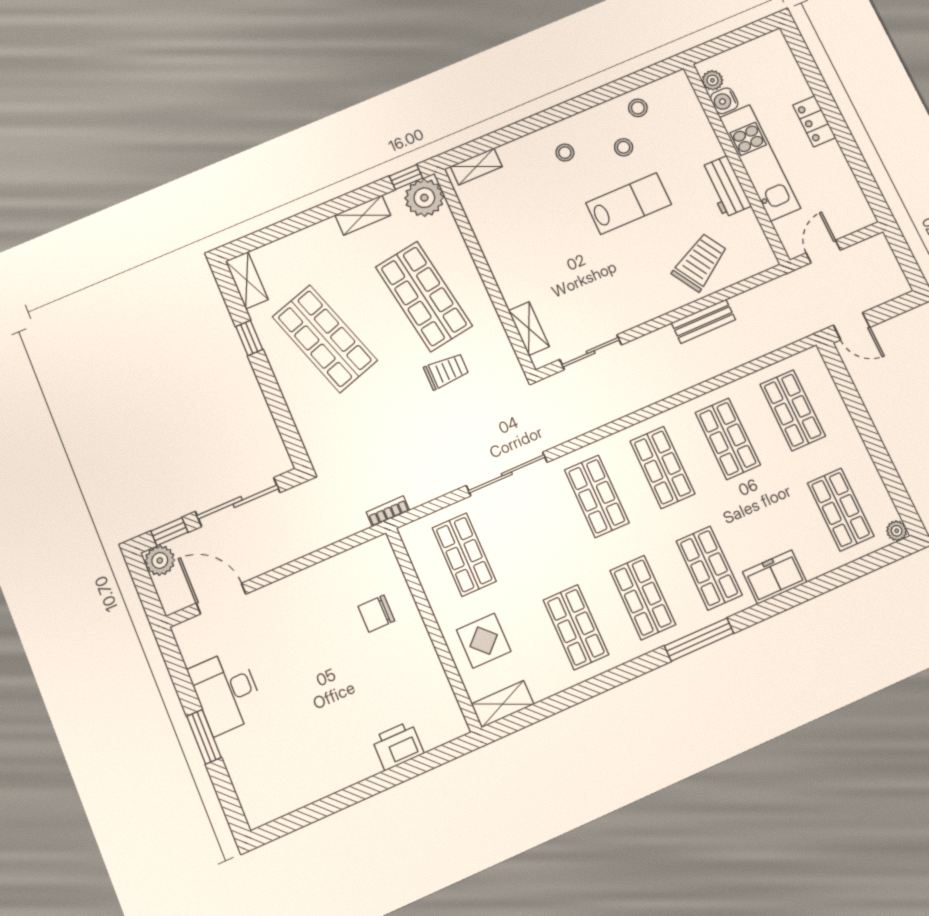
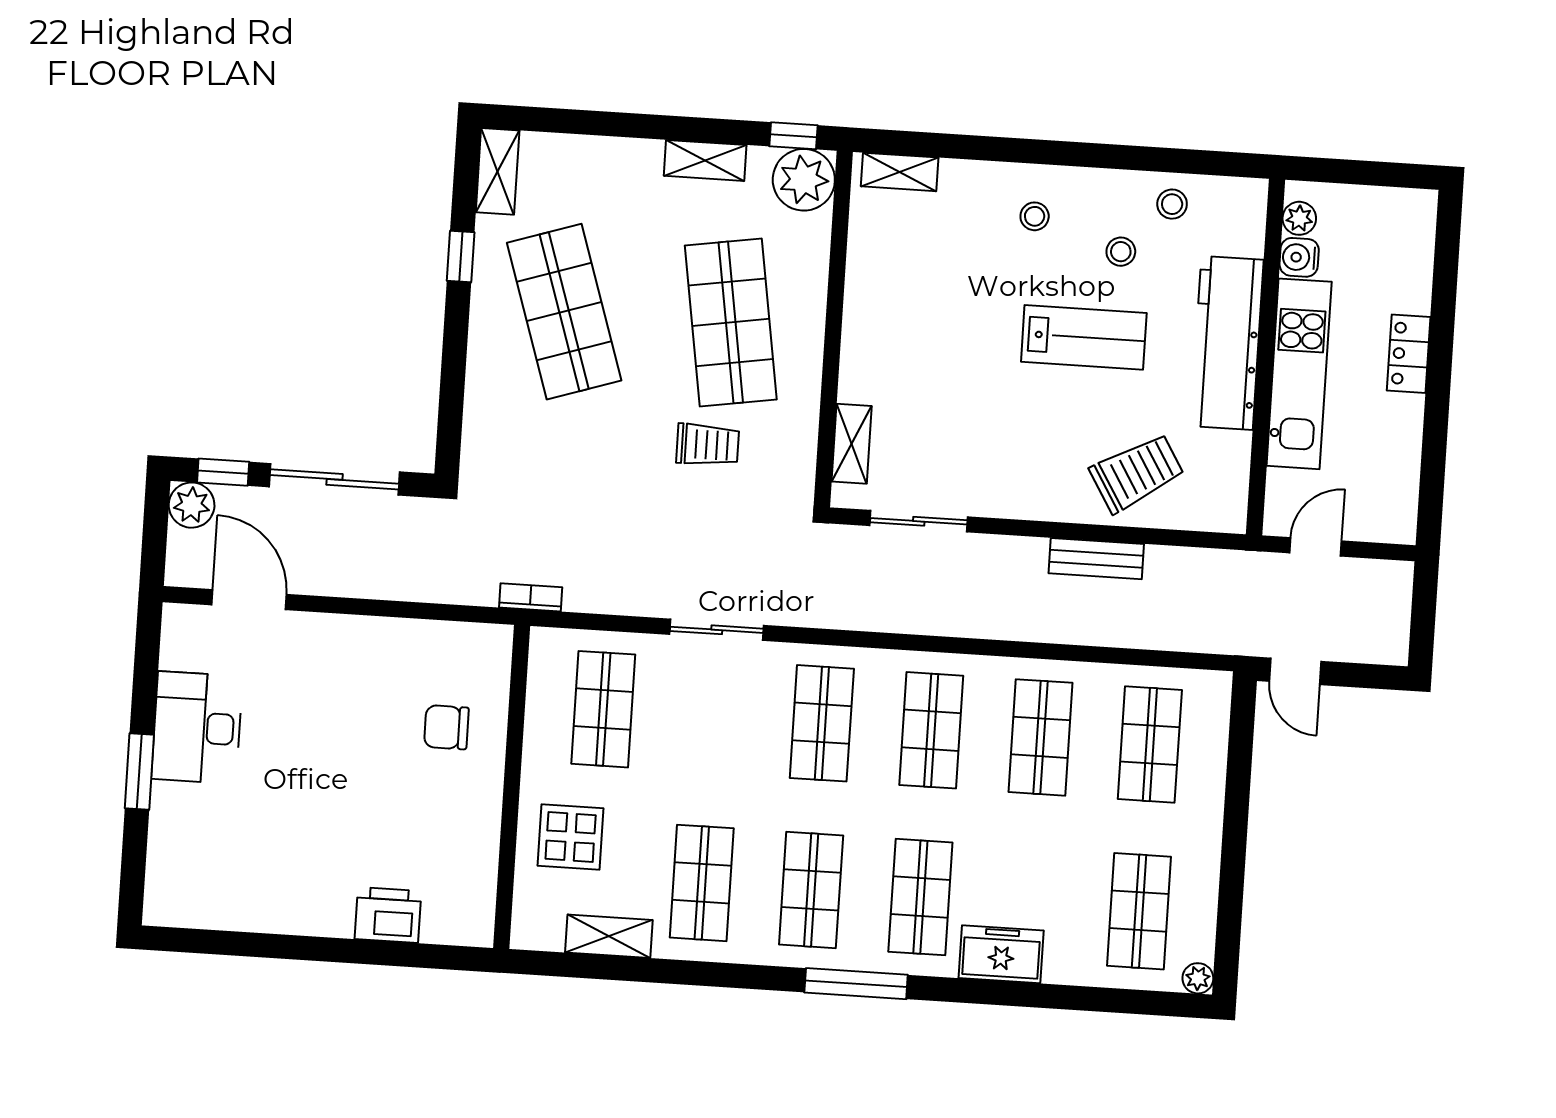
workbench: (726, 186) -> (1227, 343), width x1.88, depth x1.32
sliding door: (507, 474) -> (717, 630), width x0.73
shelving: (503, 704) -> (609, 936), moved

